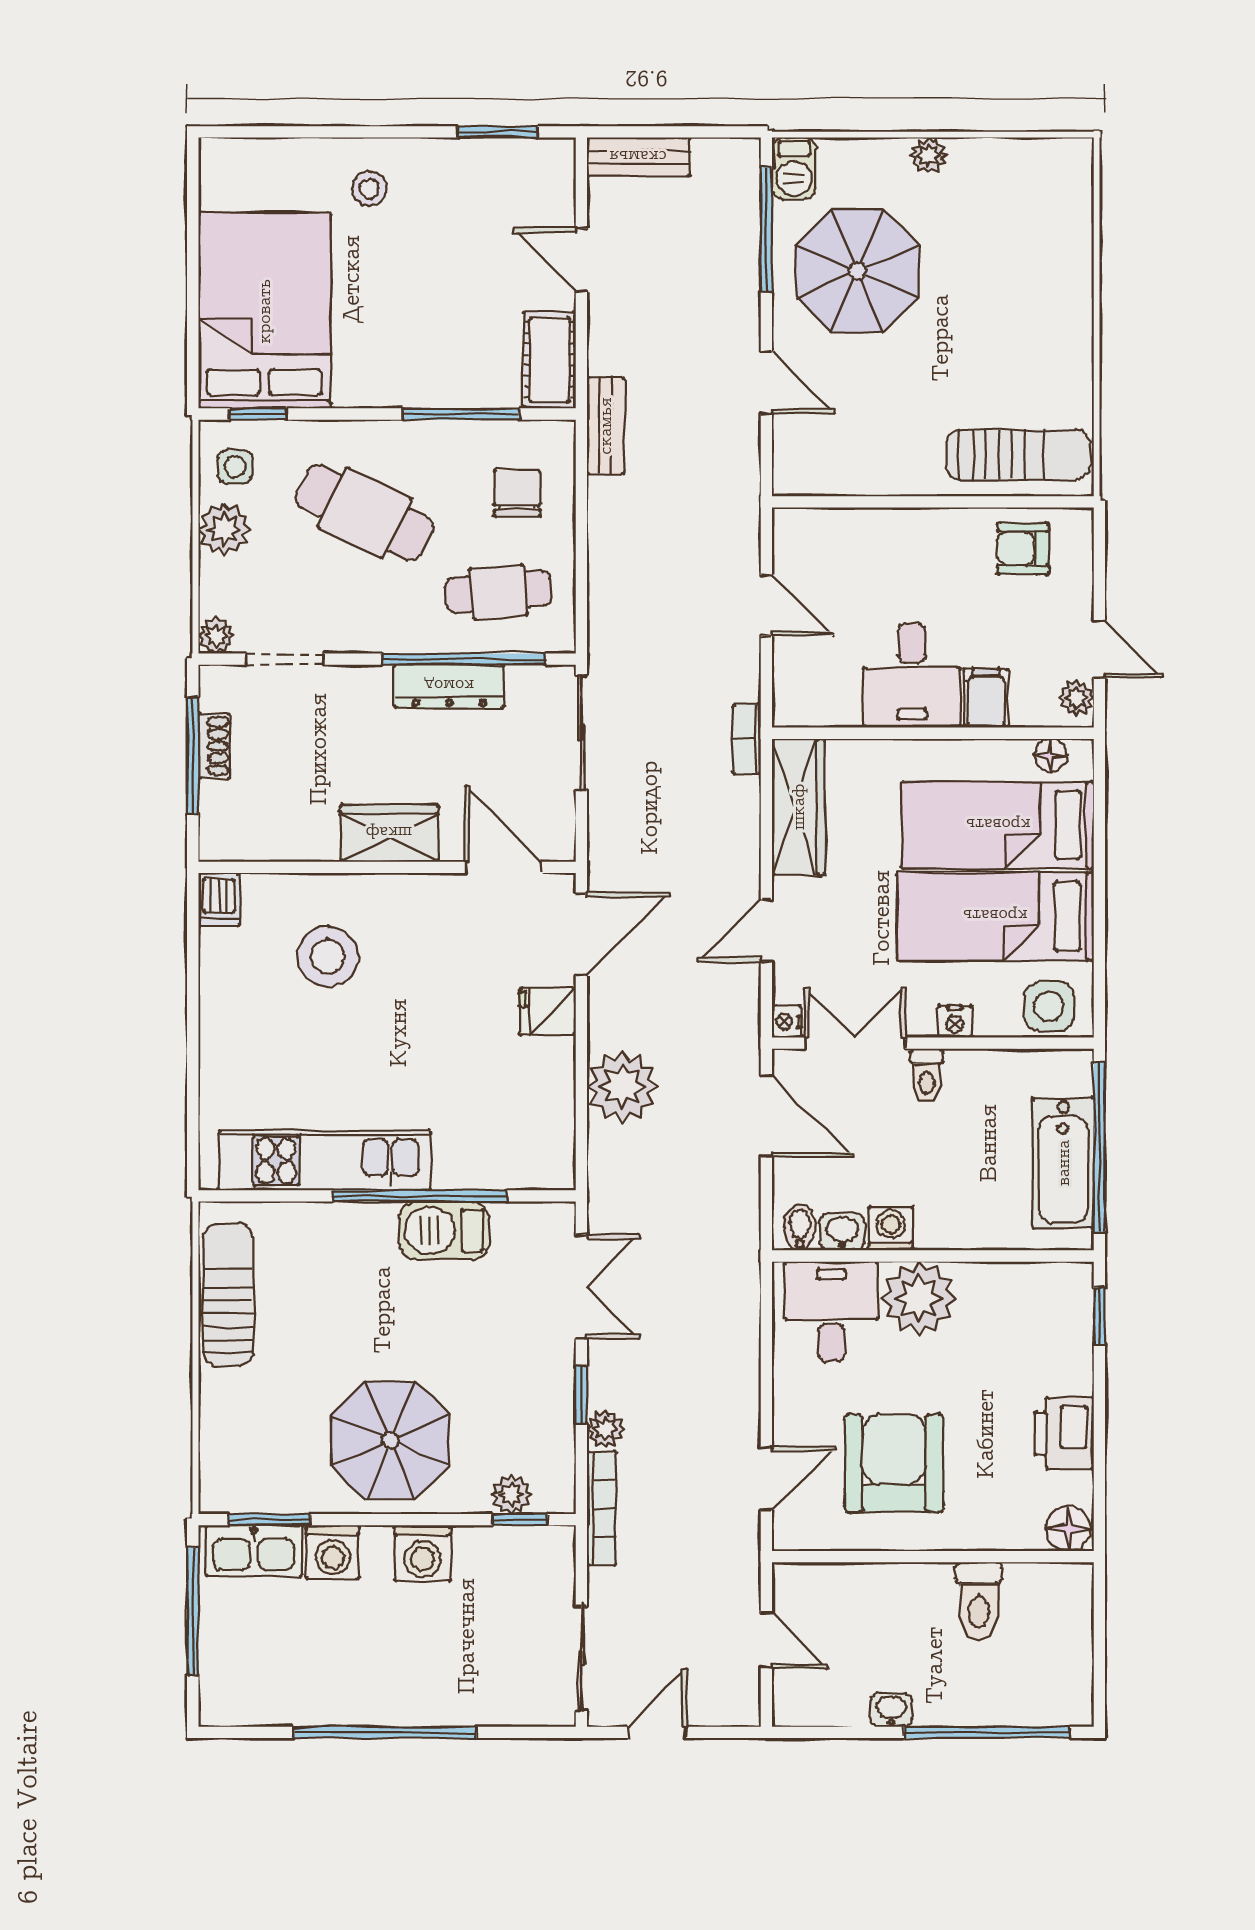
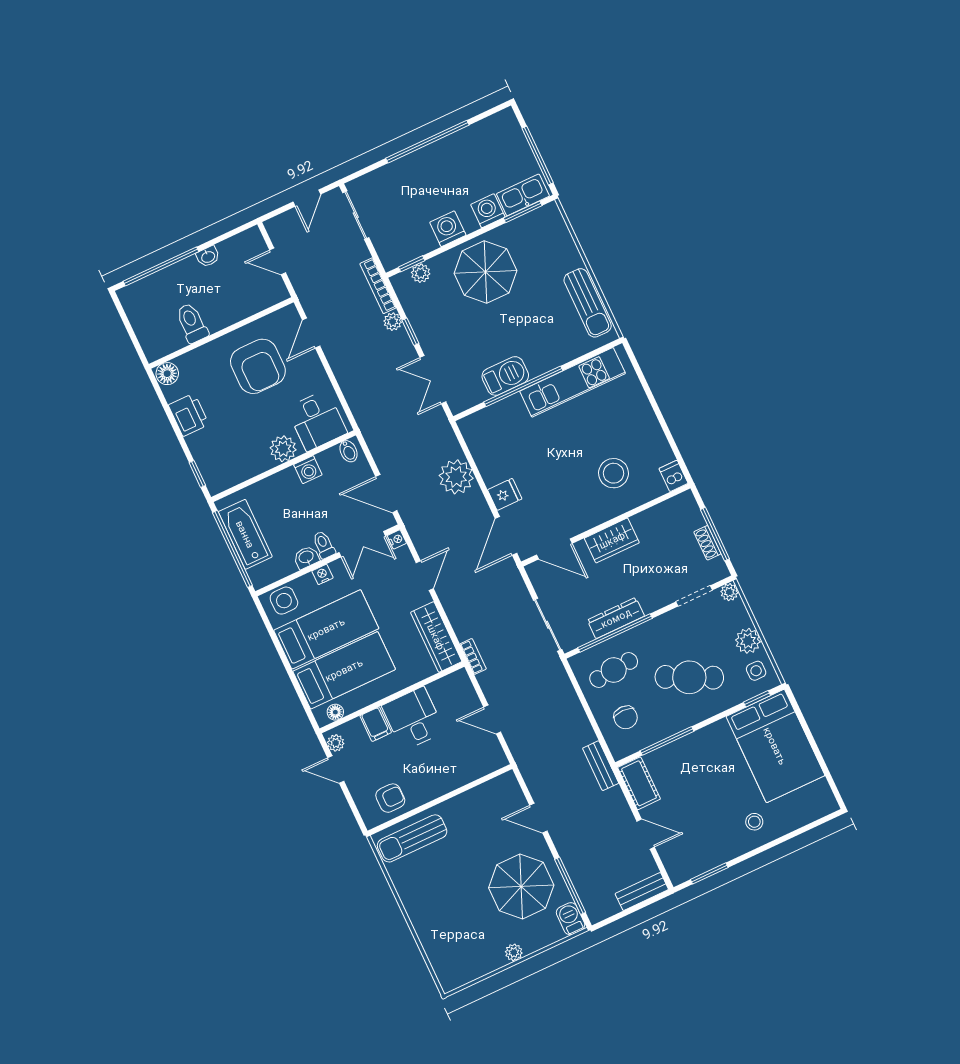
washbasin: (842, 1232) -> (306, 557), moved, turned 180
plant: (919, 1298) -> (283, 449), width x0.73, depth x0.73

